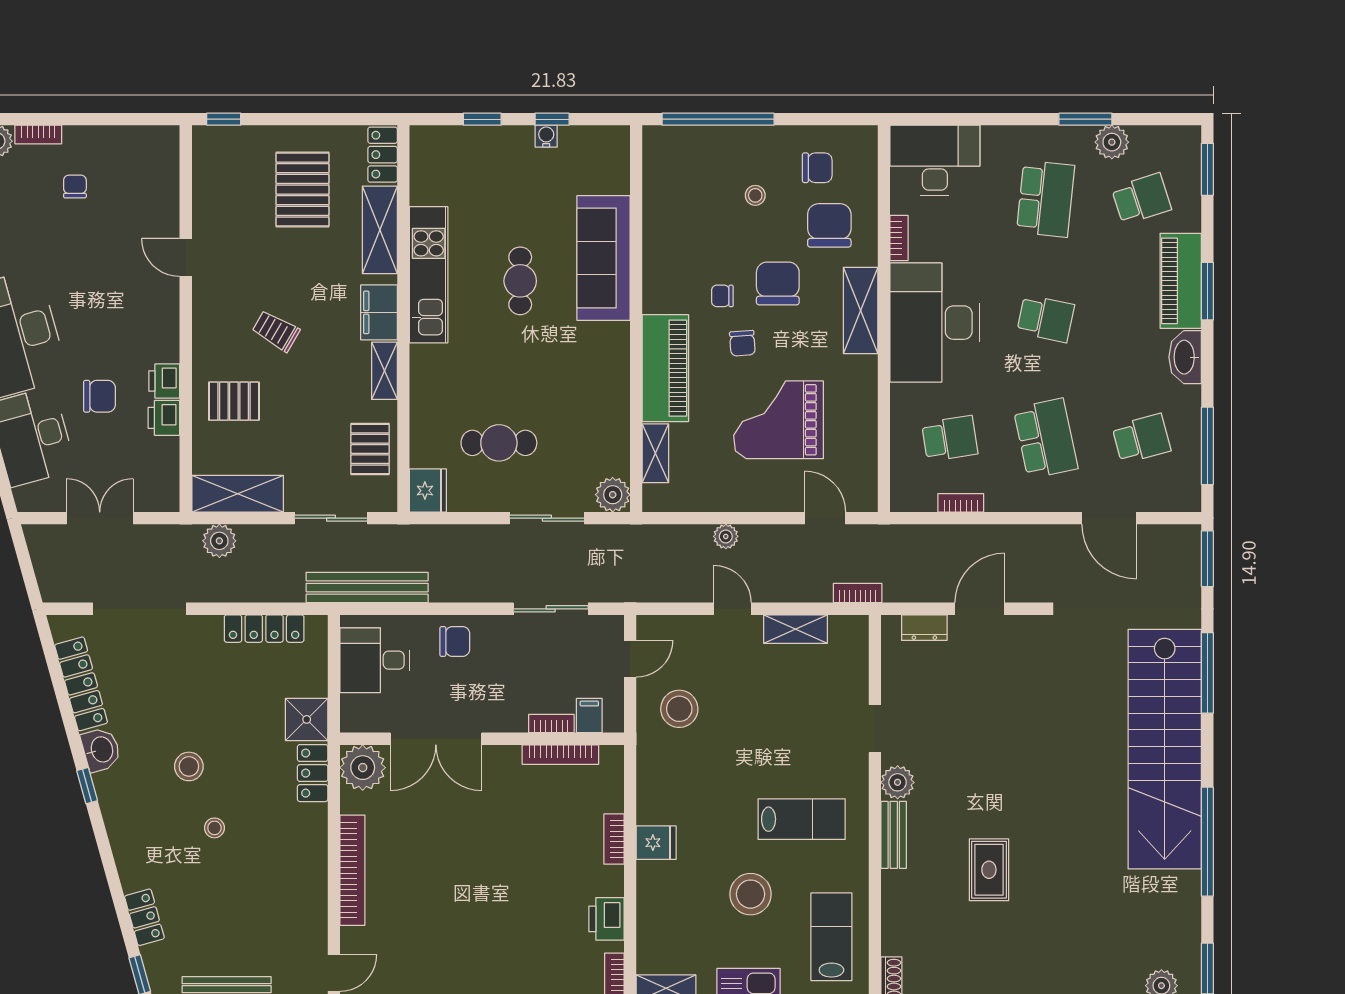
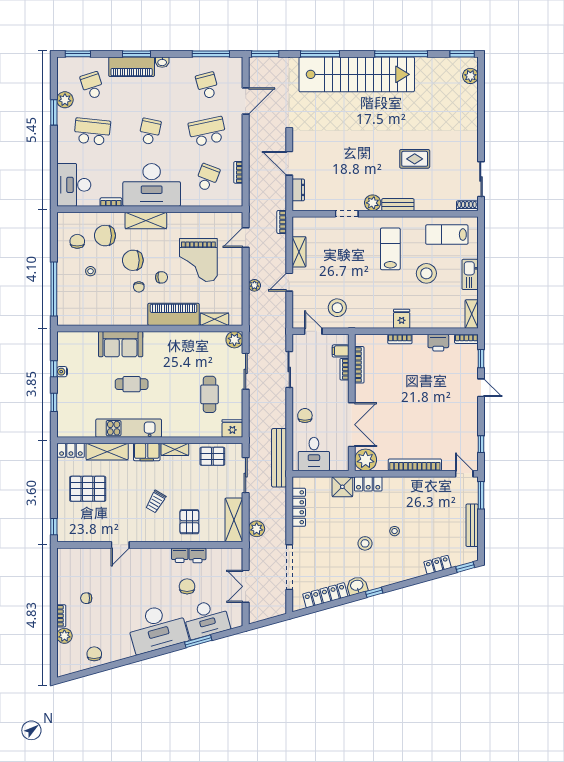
sofa: (604, 258) -> (121, 344), width x0.73
washbasin: (1185, 357) -> (162, 62), width x0.52, depth x0.69
school desk: (950, 438) -> (207, 178), turned 30

